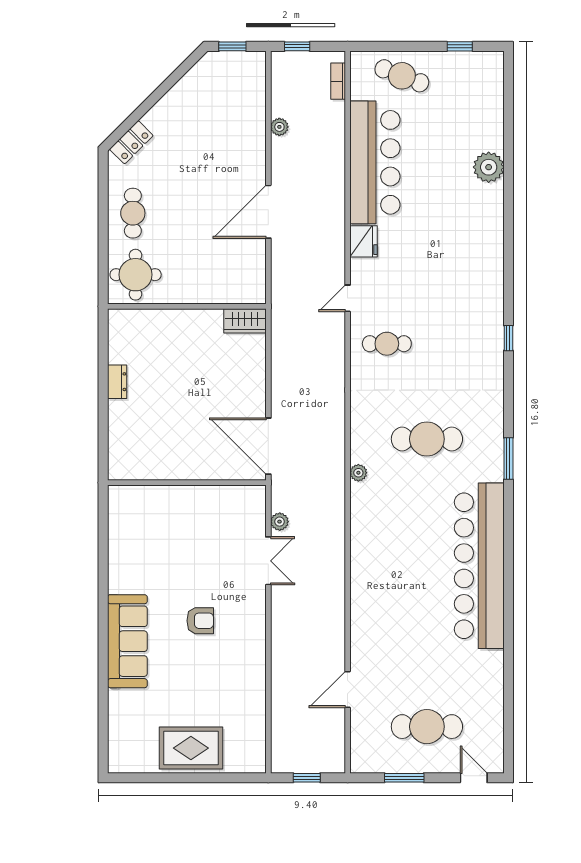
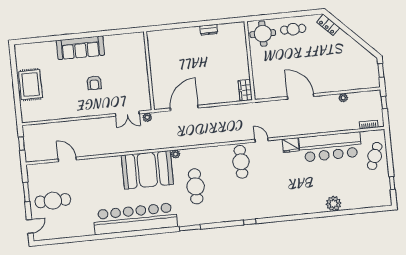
cafe table: (387, 344) -> (241, 162), width x1.37, depth x1.35
wall: (187, 483) -> (149, 71), moved
booth: (384, 532) -> (147, 170), added
cafe table: (427, 727) -> (53, 201), turned 90

